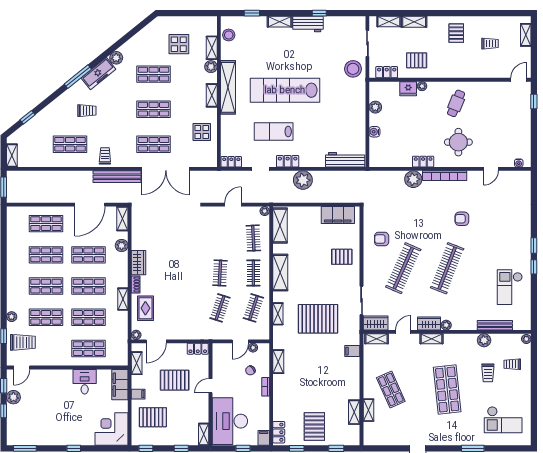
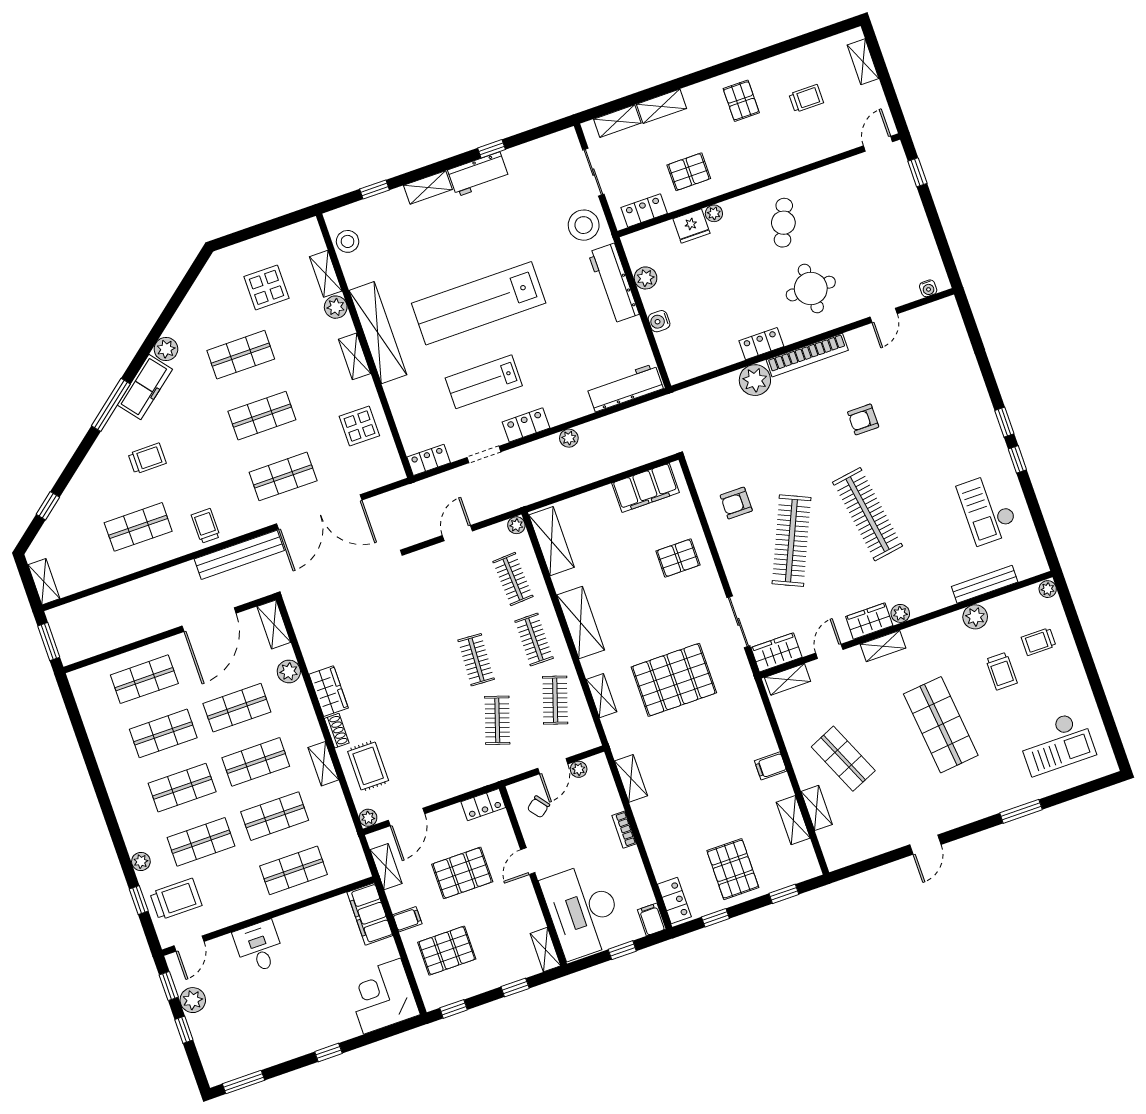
workbench: (358, 104) -> (614, 283), added
plant: (303, 180) -> (569, 438), width x0.53, depth x0.53
clothes rail: (447, 268) -> (868, 514), turned -30
filing cabinet: (352, 351) -> (771, 766), moved
chair: (250, 370) -> (538, 807), moved
desk: (85, 382) -> (259, 947), moved

